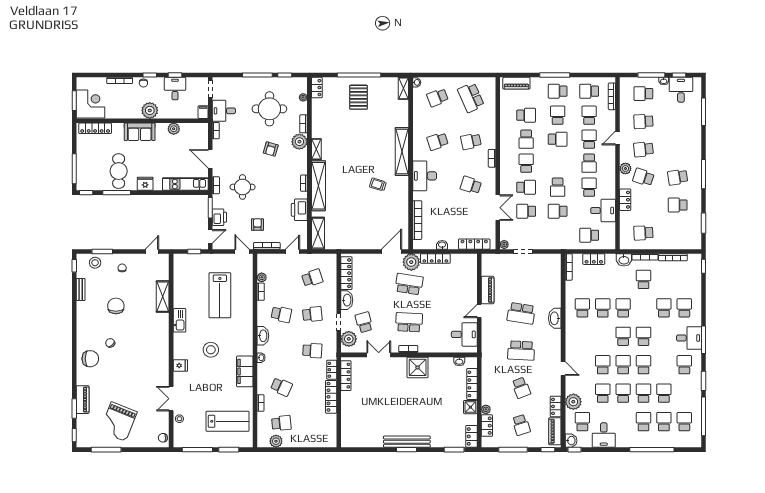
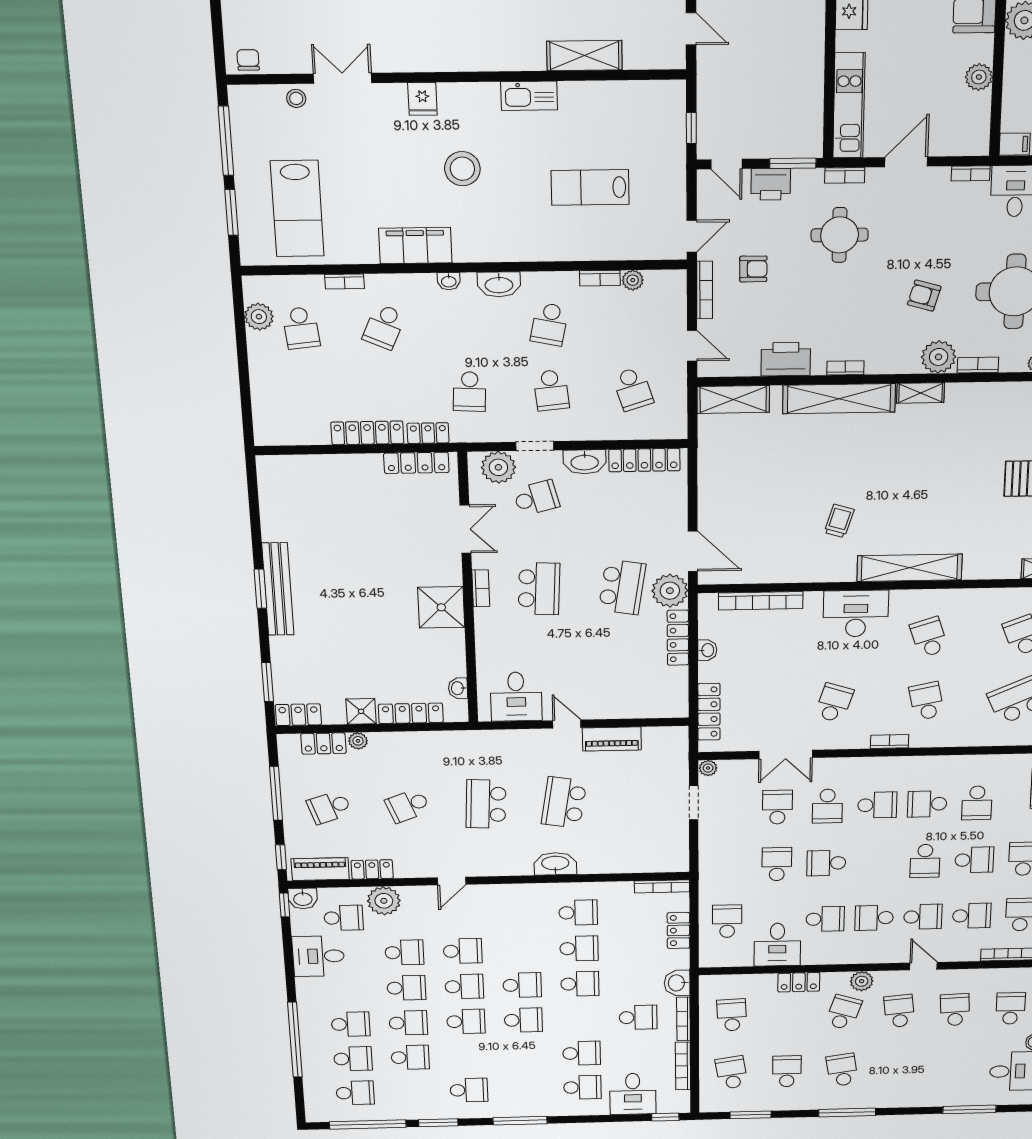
school desk: (678, 233) -> (731, 1073), added
lab bench: (220, 295) -> (590, 187), width x0.73, depth x0.72
desk: (689, 338) -> (633, 1094), moved

